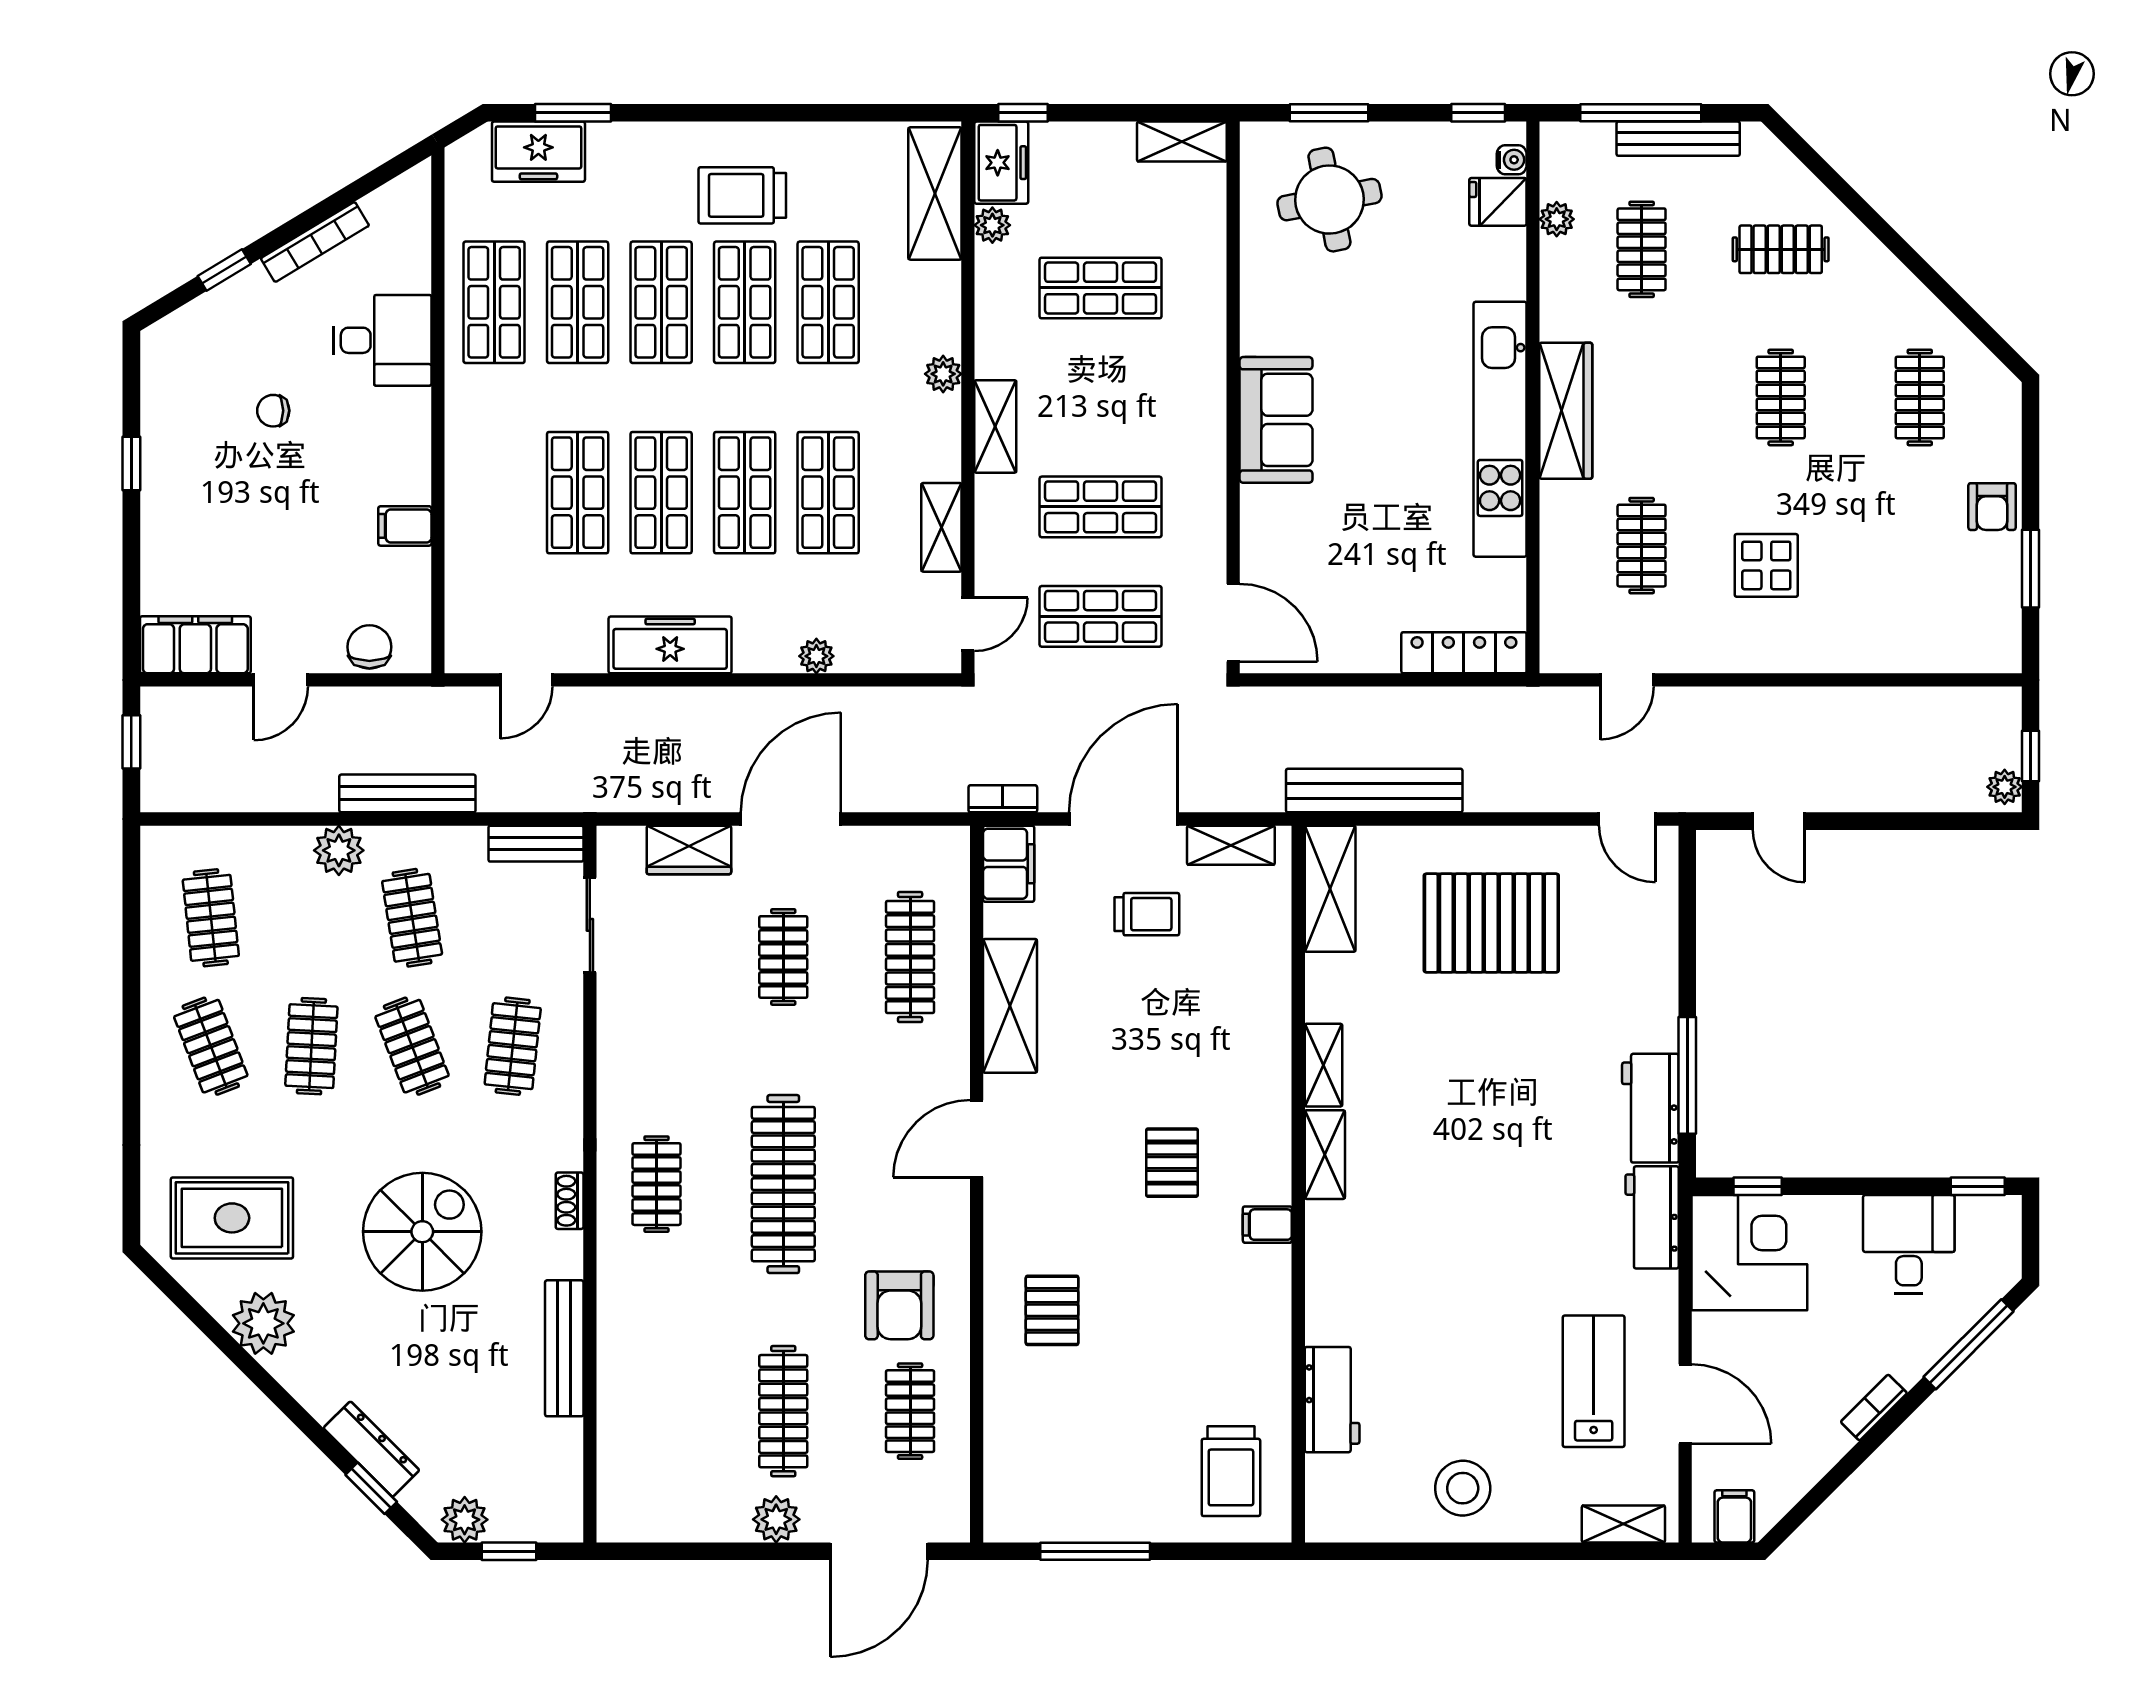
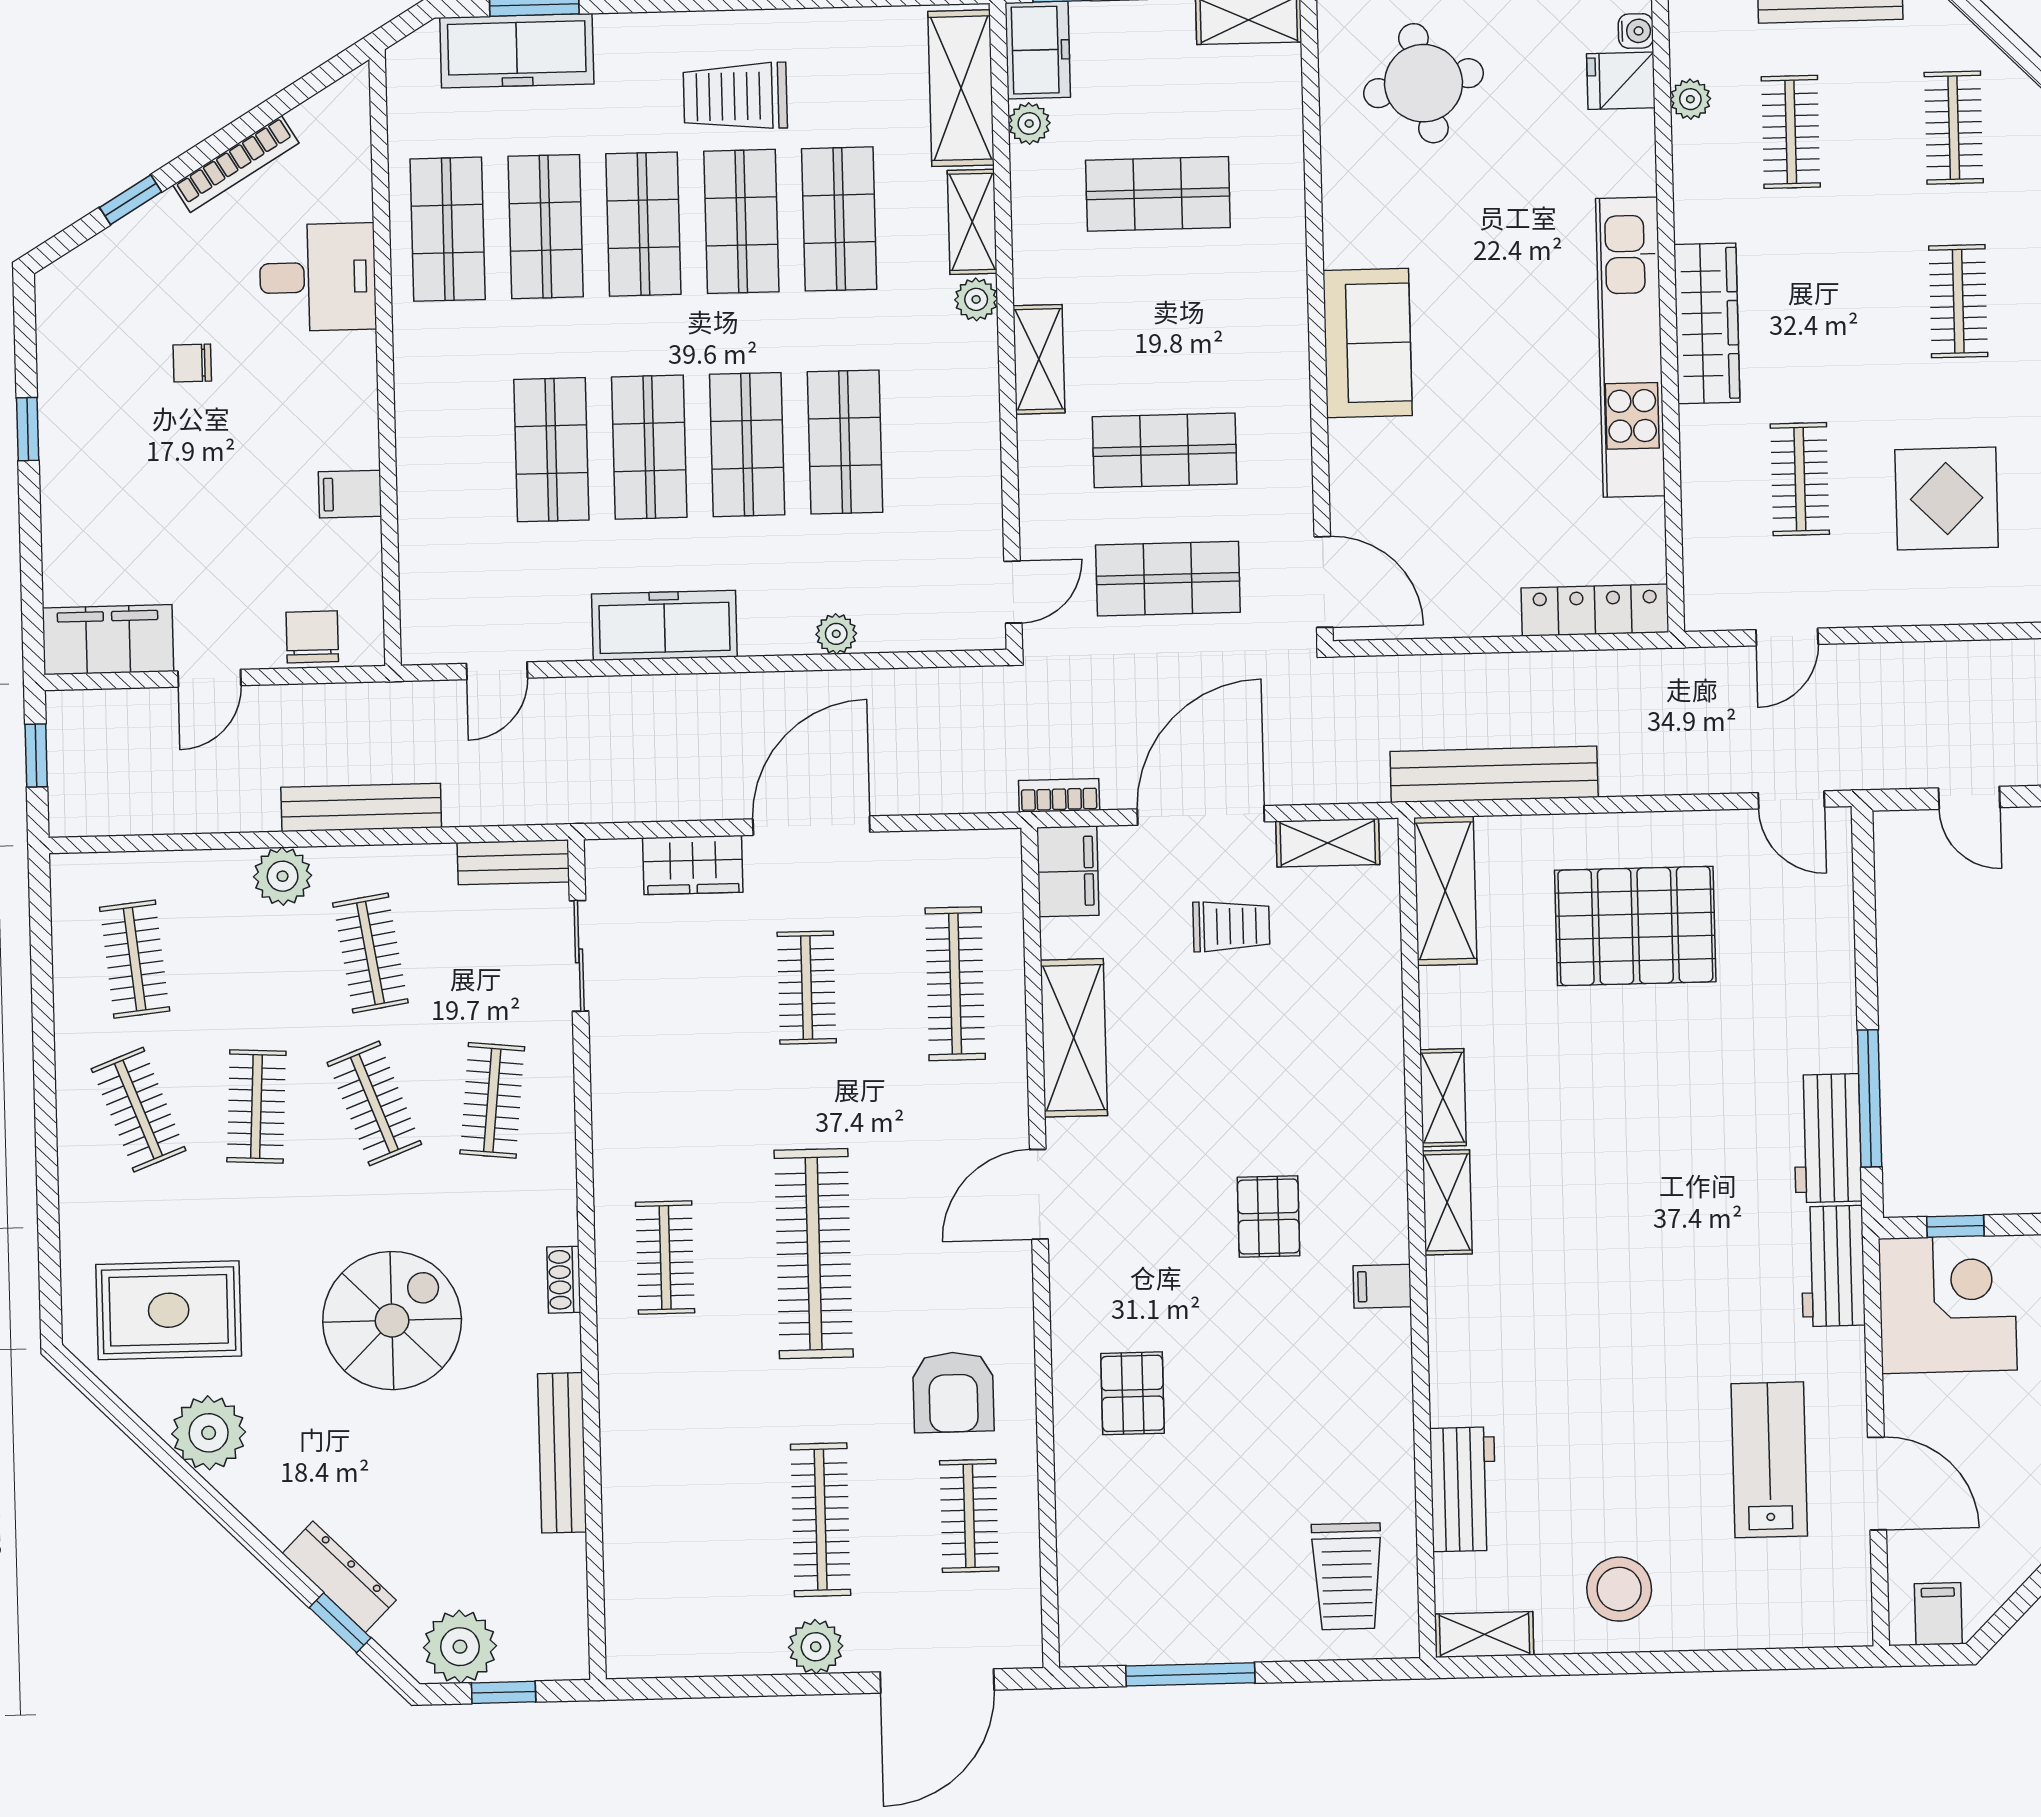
freezer: (538, 152) -> (517, 51), width x1.40
clothes rail: (1781, 249) -> (1954, 128), turned 90
shelving: (941, 527) -> (972, 222), moved
display table: (1766, 565) -> (1947, 498), width x1.36, depth x1.36
plant: (465, 1520) -> (460, 1647), width x1.36, depth x1.36
shelving: (1623, 1524) -> (1485, 1635), moved

